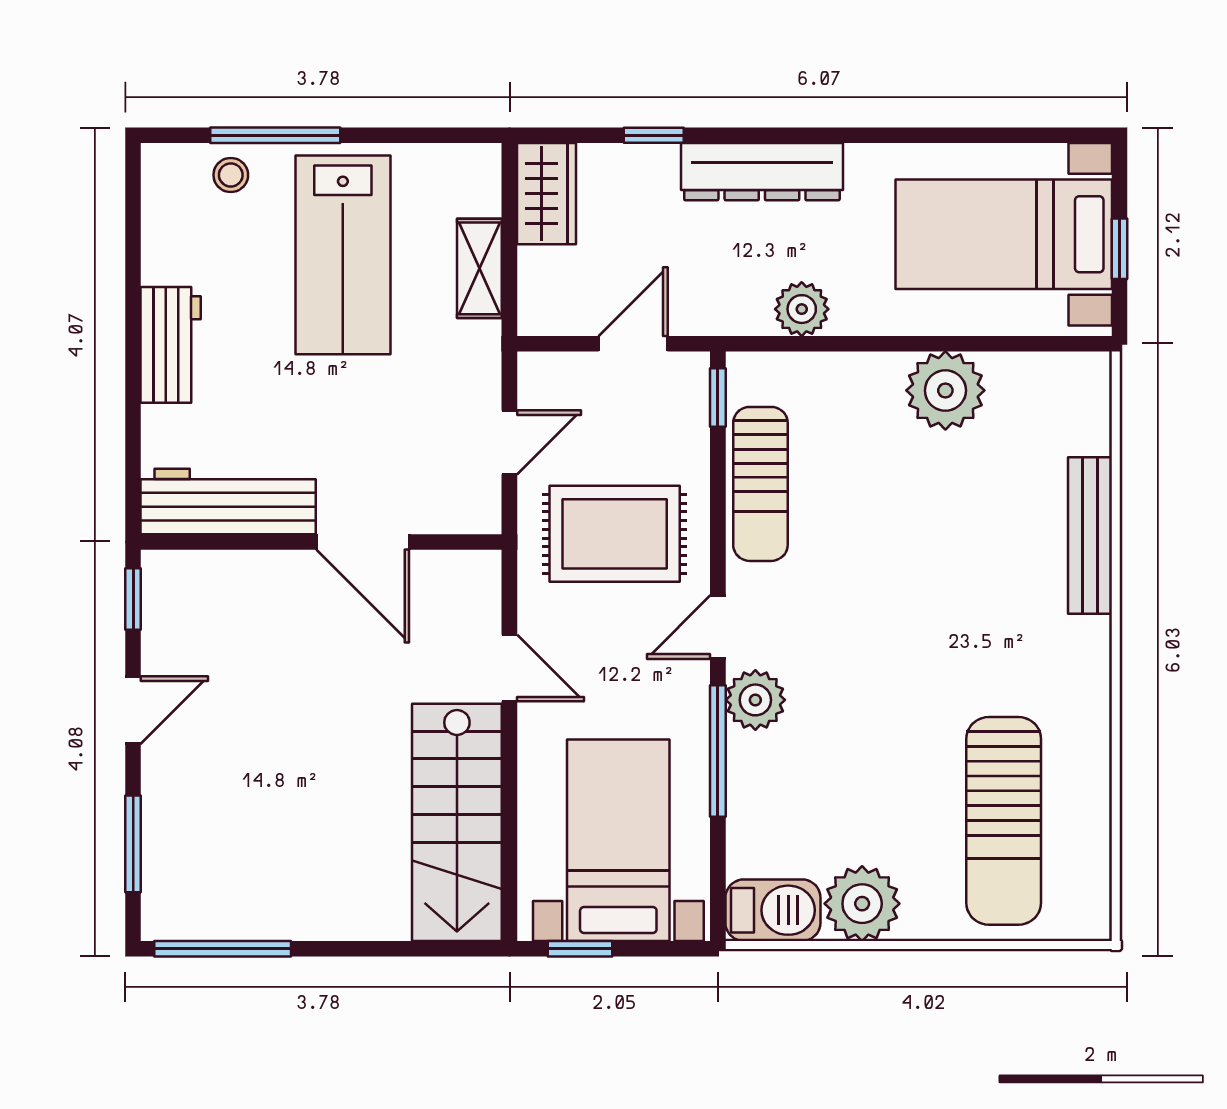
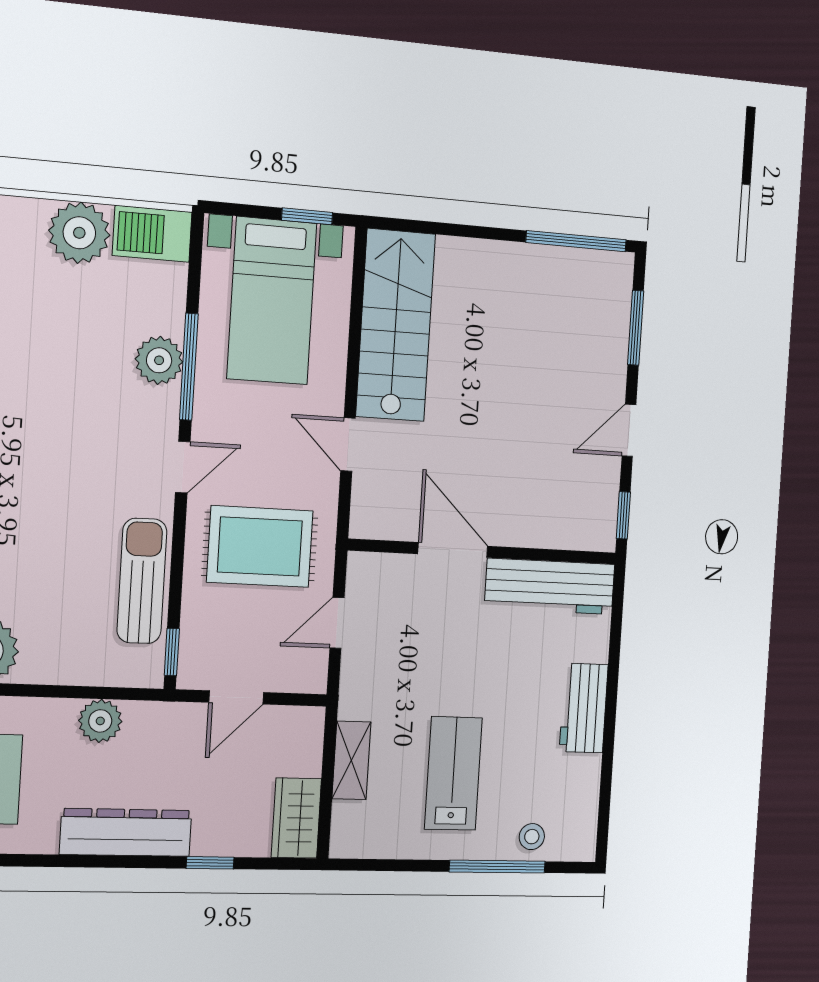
lab bench: (343, 255) -> (453, 773), width x0.73, depth x0.72
plant: (755, 700) -> (159, 360), moved

